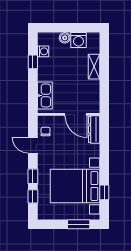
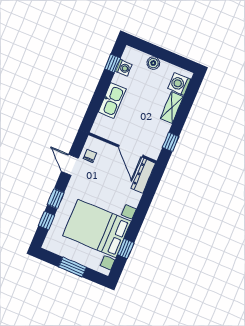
washing machine: (79, 40) -> (179, 84), moved, turned 90
window: (33, 62) -> (113, 63), moved
window: (104, 94) -> (171, 142), added
kitchen sink: (45, 95) -> (112, 100), moved
window: (79, 224) -> (72, 267), moved

